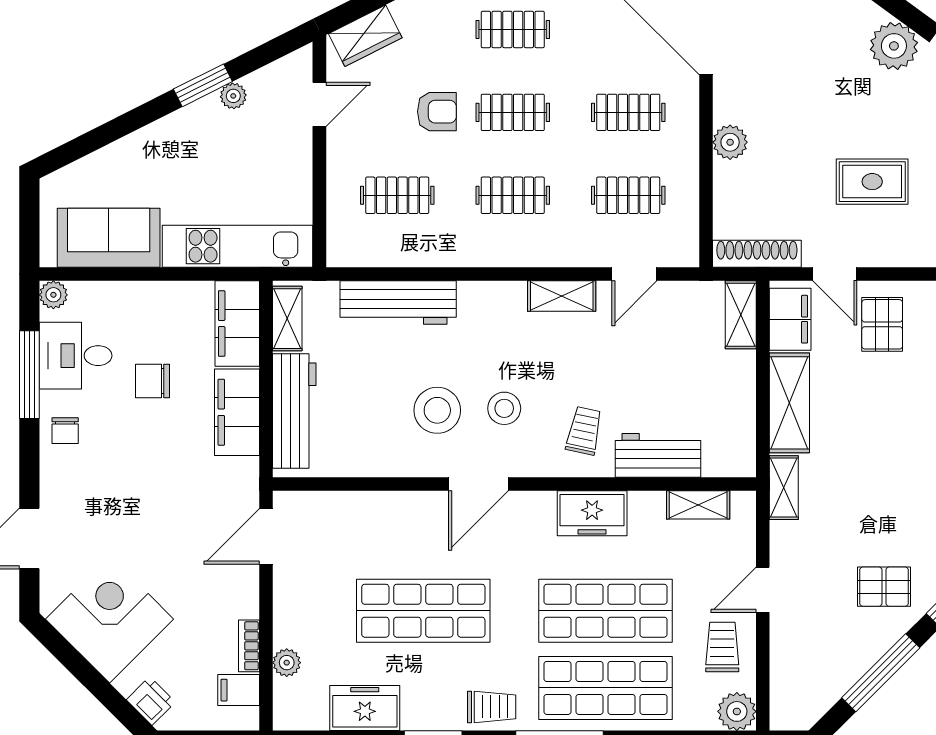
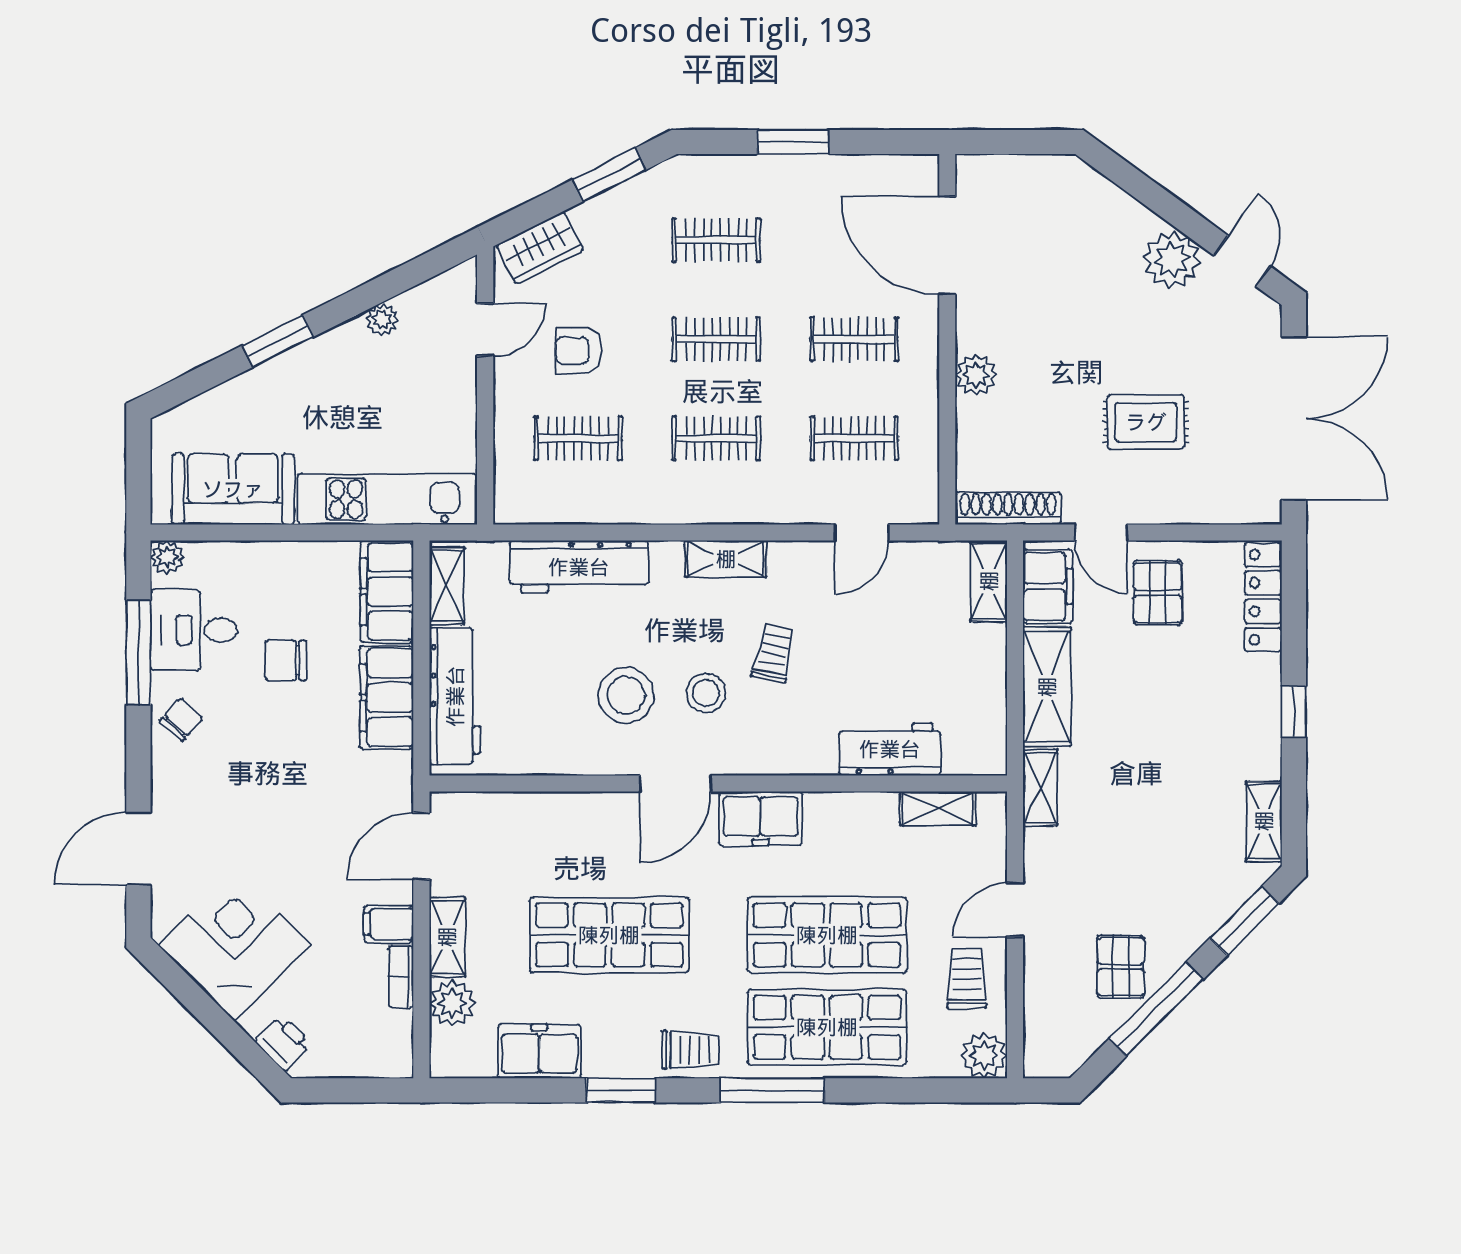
window: (203, 85) -> (278, 341), moved
armchair: (437, 112) -> (579, 351), moved, turned 180
shelving: (562, 296) -> (726, 559), moved
chair: (65, 431) -> (181, 720), turned -138
trolley: (584, 431) -> (774, 653), moved
freezer: (592, 513) -> (761, 818), moved
pallet: (884, 587) -> (1121, 967), moved, turned 90
shelving: (288, 613) -> (447, 937), added
plant: (287, 663) -> (452, 1003), width x1.38, depth x1.38
filing cabinet: (239, 690) -> (388, 924), moved

